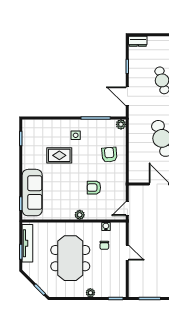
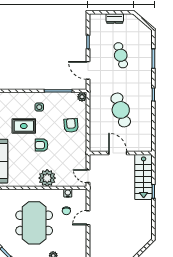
dresser: (138, 41) -> (115, 18), moved
armchair: (94, 188) -> (42, 145), moved
door: (127, 209) -> (88, 176), hinge flipped
plant: (80, 215) -> (47, 178), width x1.87, depth x1.87
door: (127, 253) -> (88, 218), swing flipped

